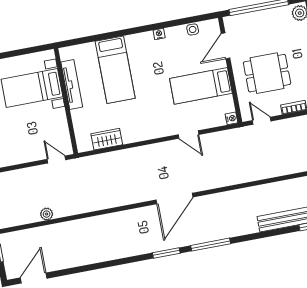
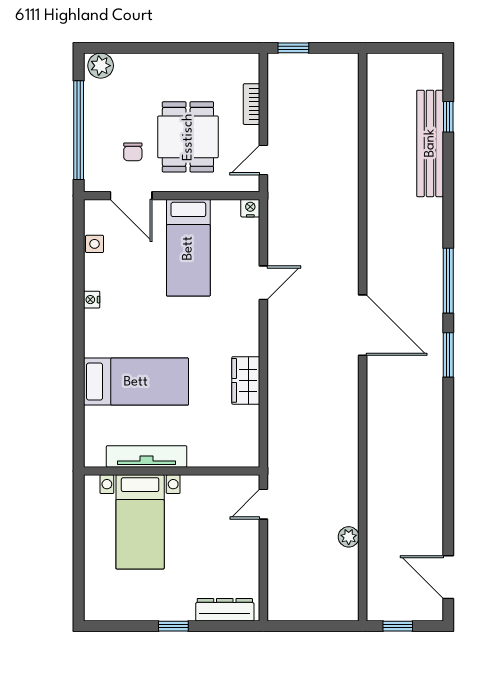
chair: (252, 42) -> (133, 152), added
wardrobe: (107, 139) -> (246, 380), moved

